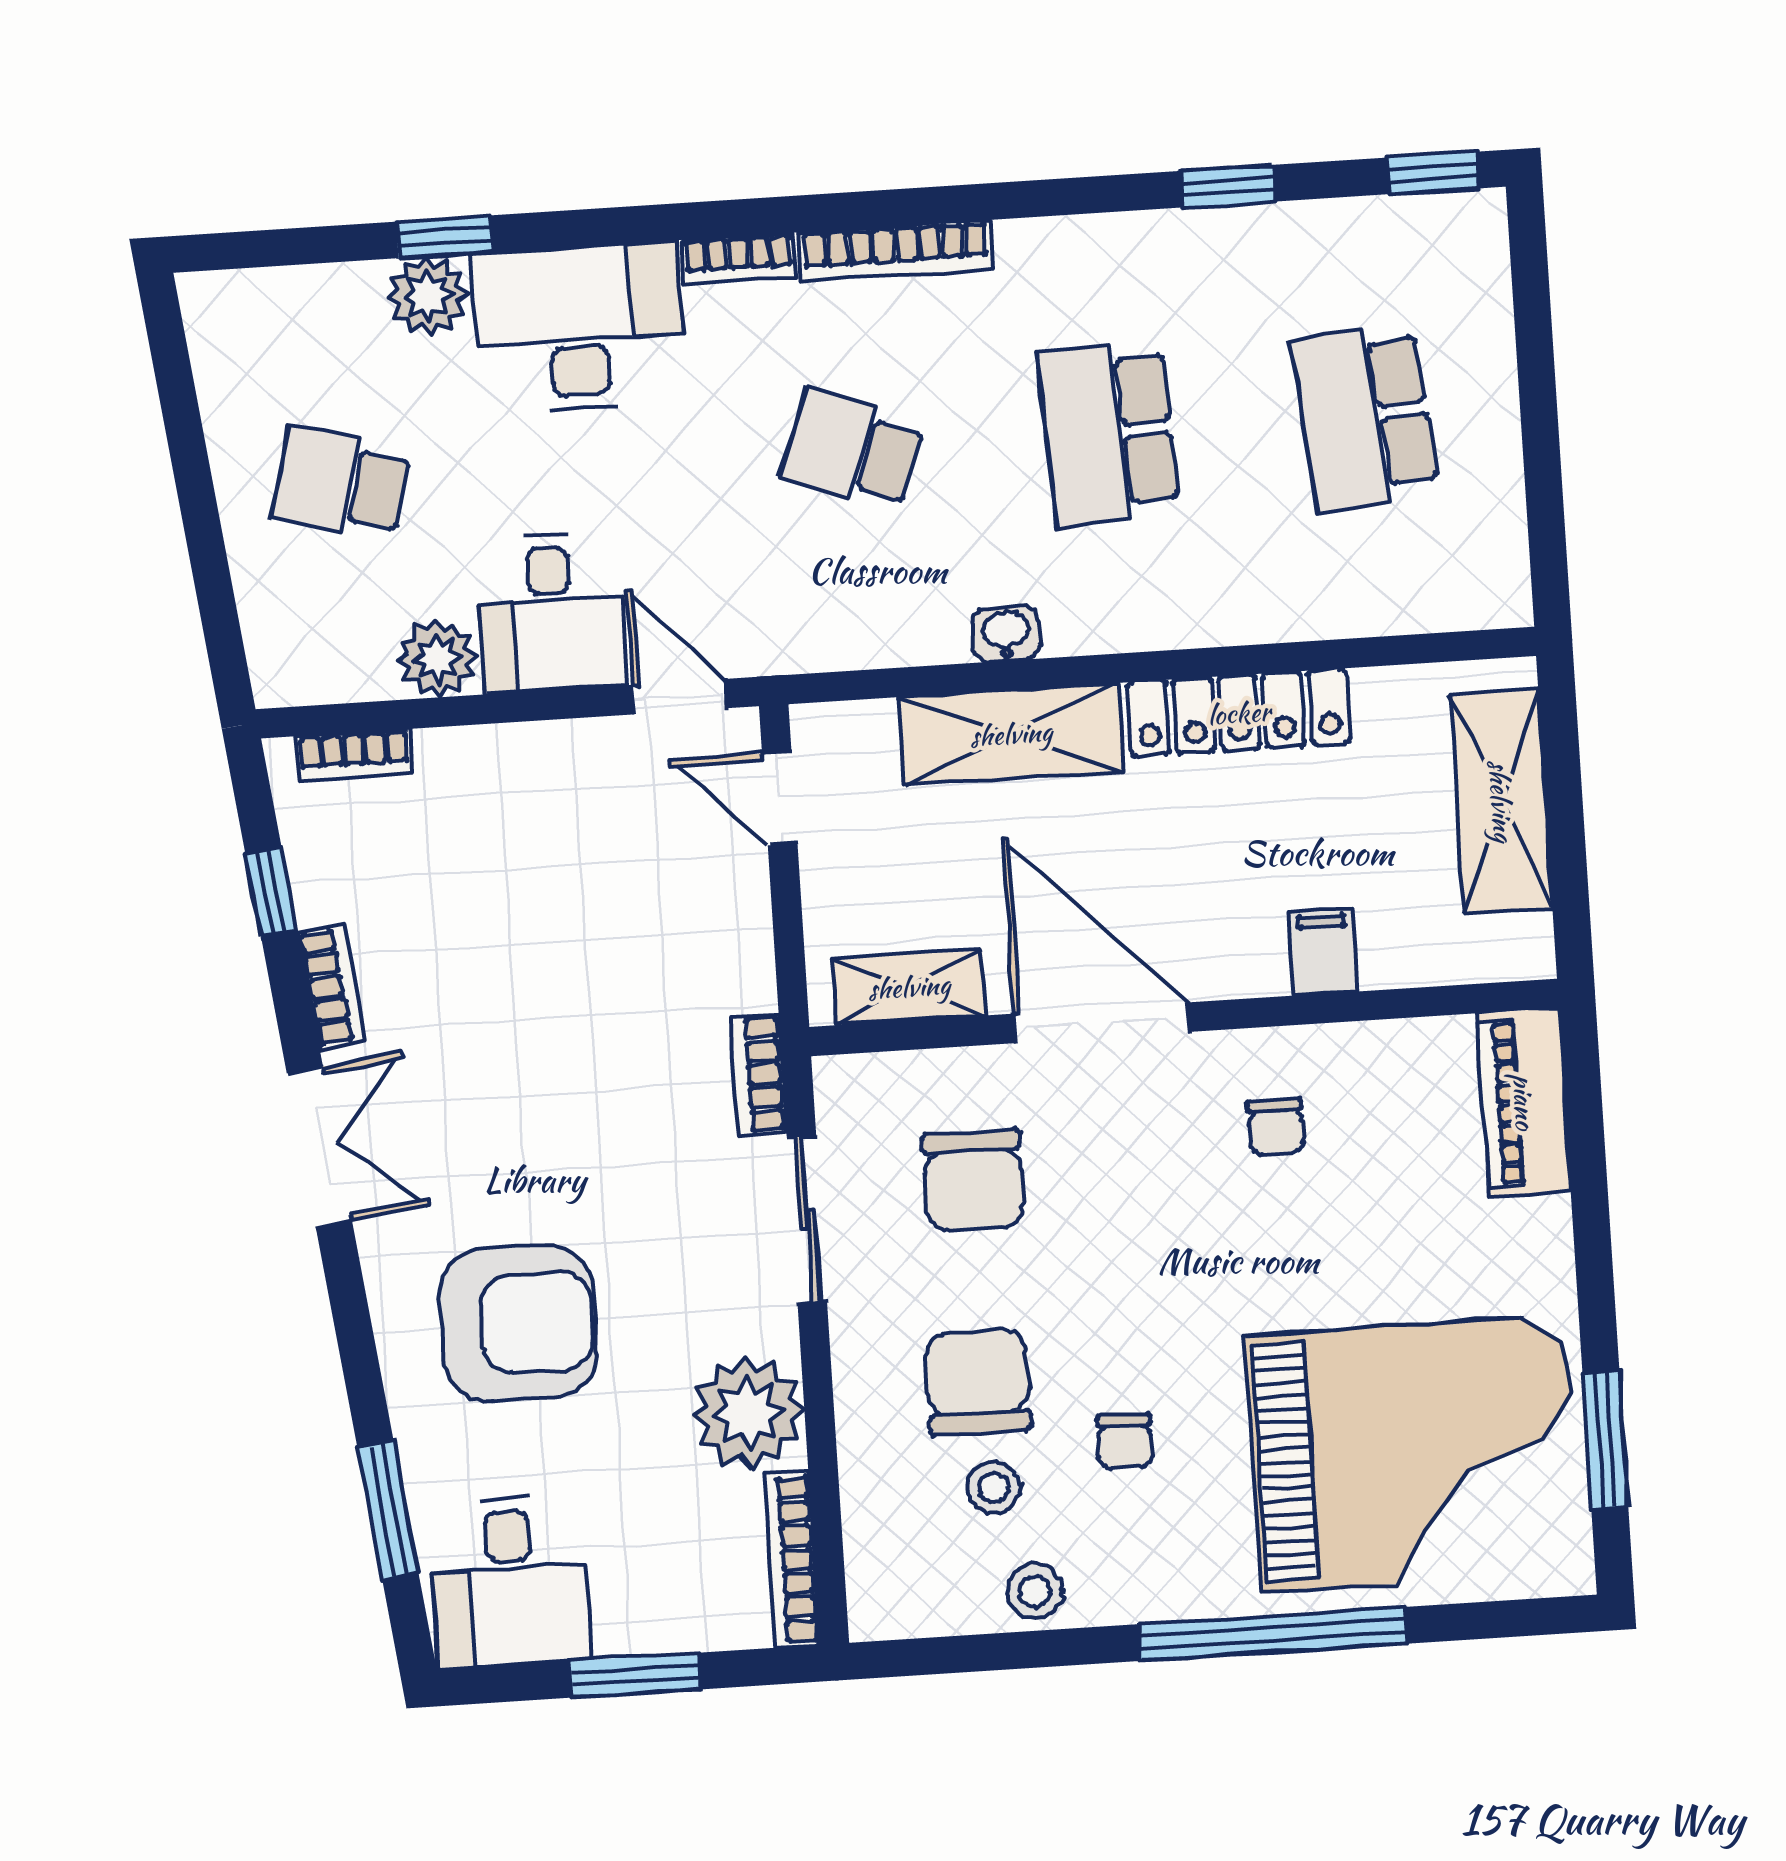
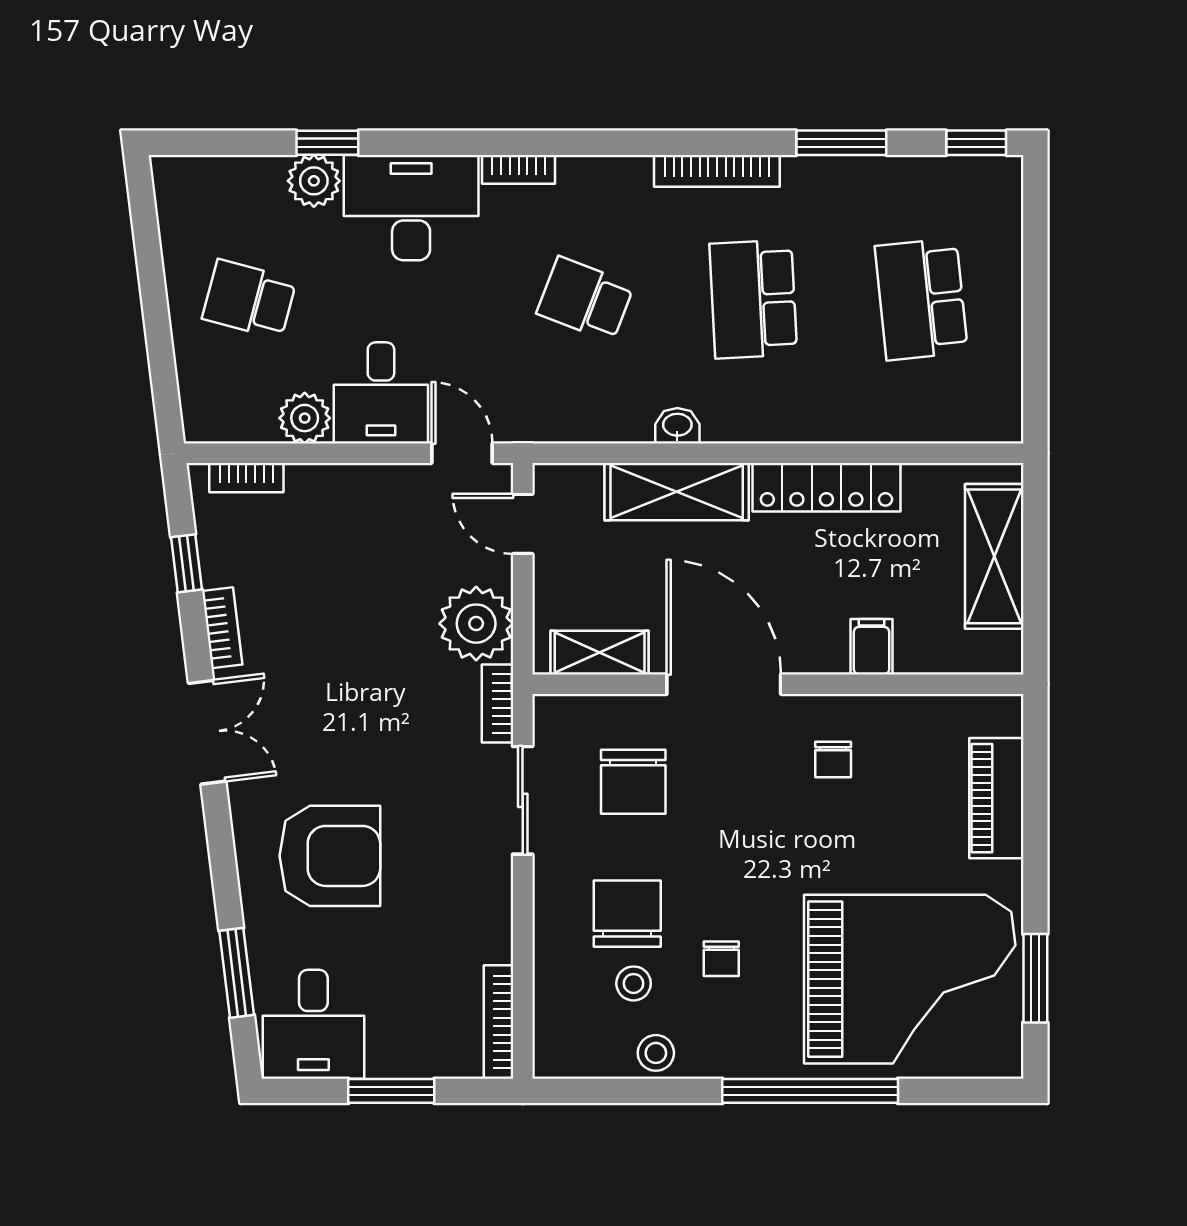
window: (1228, 186) -> (841, 143), width x1.50
bookcase: (896, 251) -> (717, 171), moved
piano: (1524, 1102) -> (996, 798), moved
plant: (748, 1413) -> (476, 624), moved

